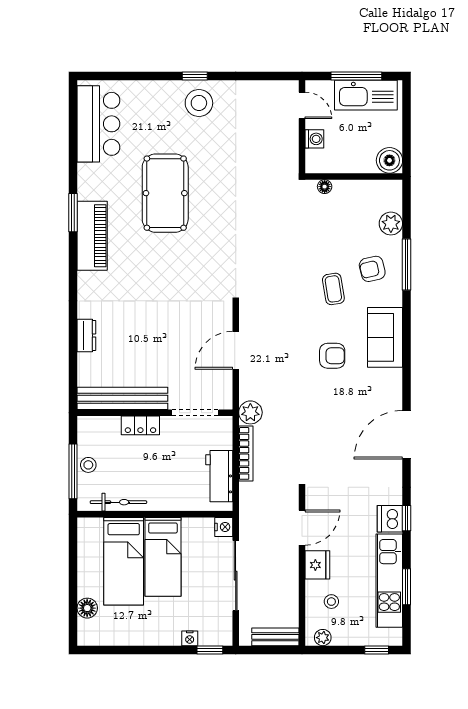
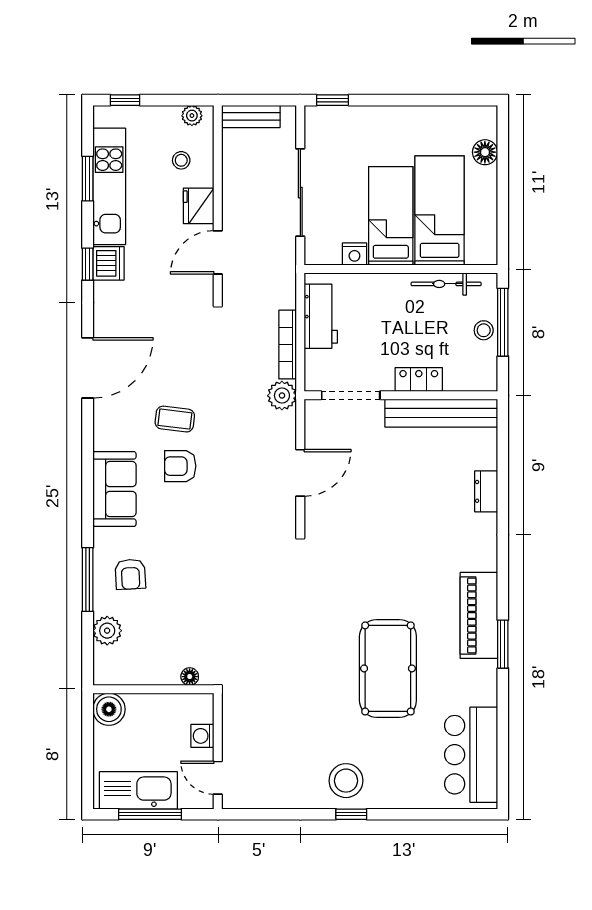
armchair: (372, 269) -> (130, 574), turned 100
coffee table: (333, 289) -> (175, 419), moved, turned -74
nightstand: (224, 527) -> (354, 254), moved, turned -90
nightstand: (190, 638) -> (358, 115), removed

